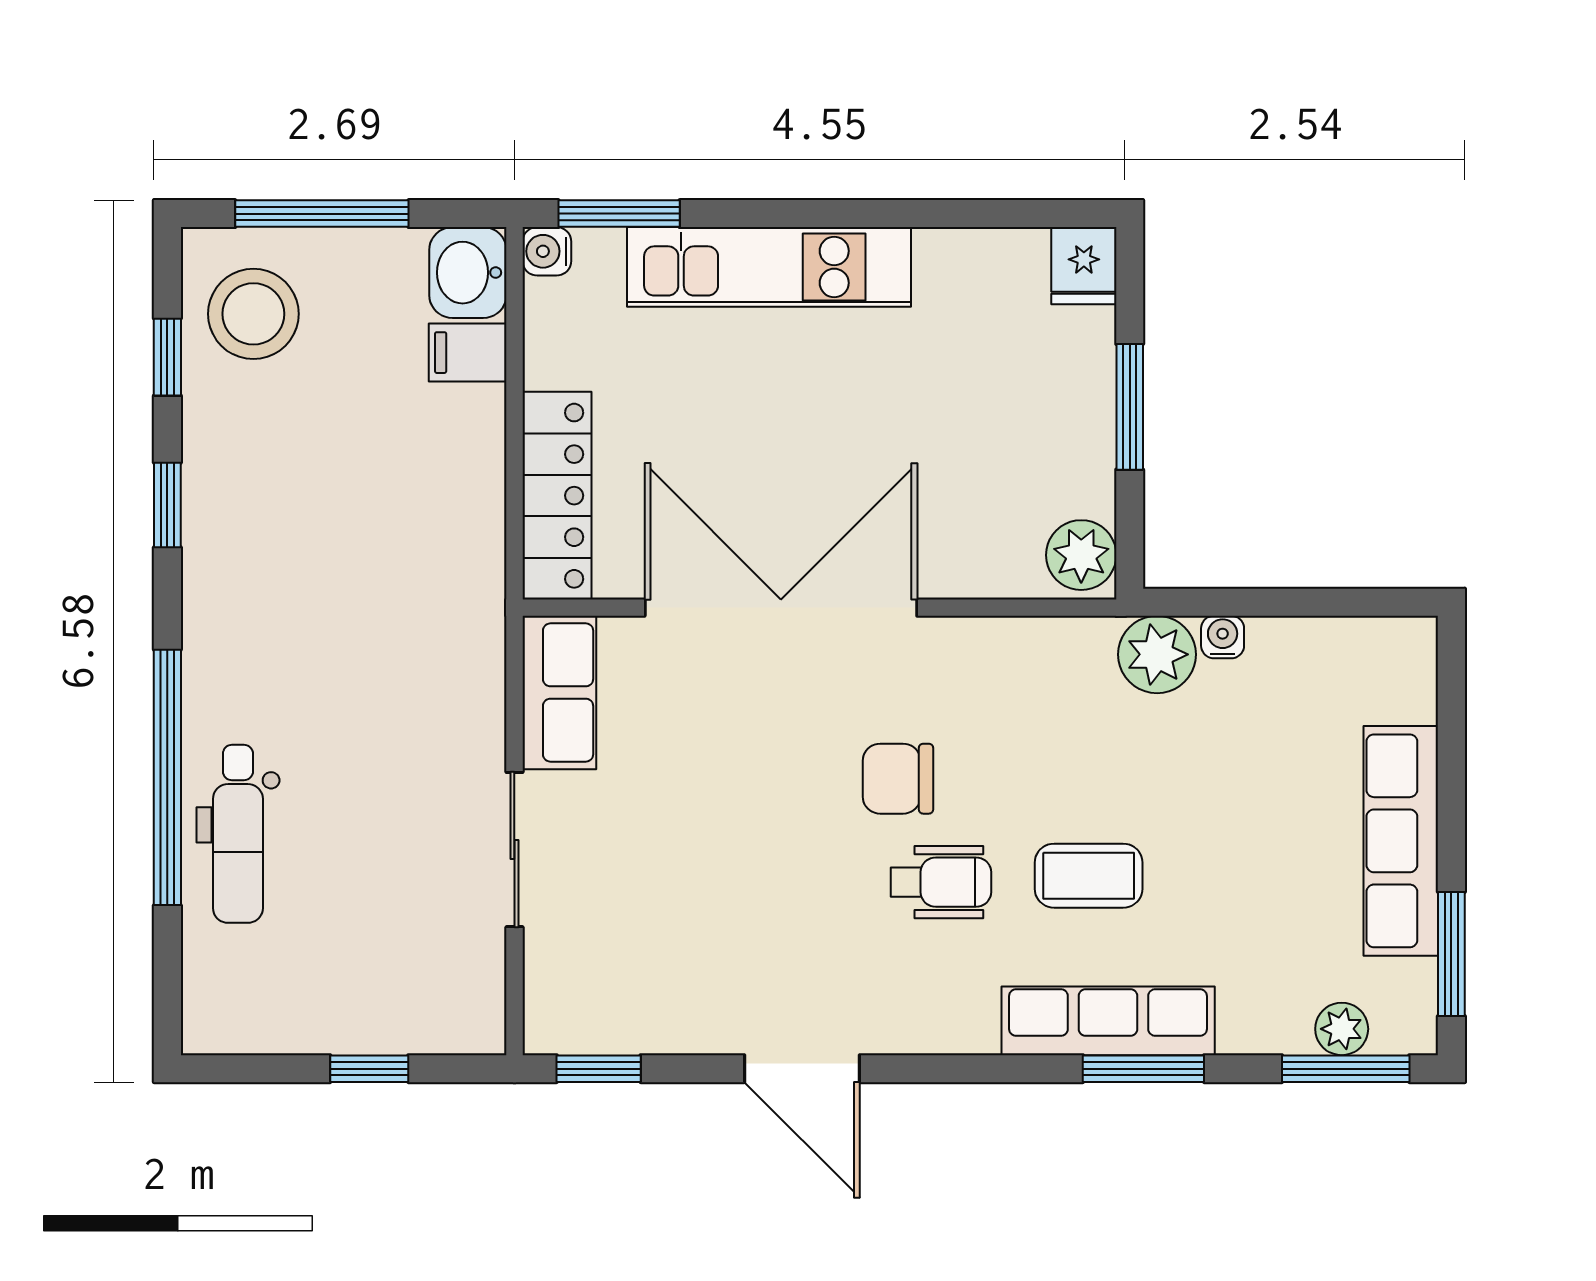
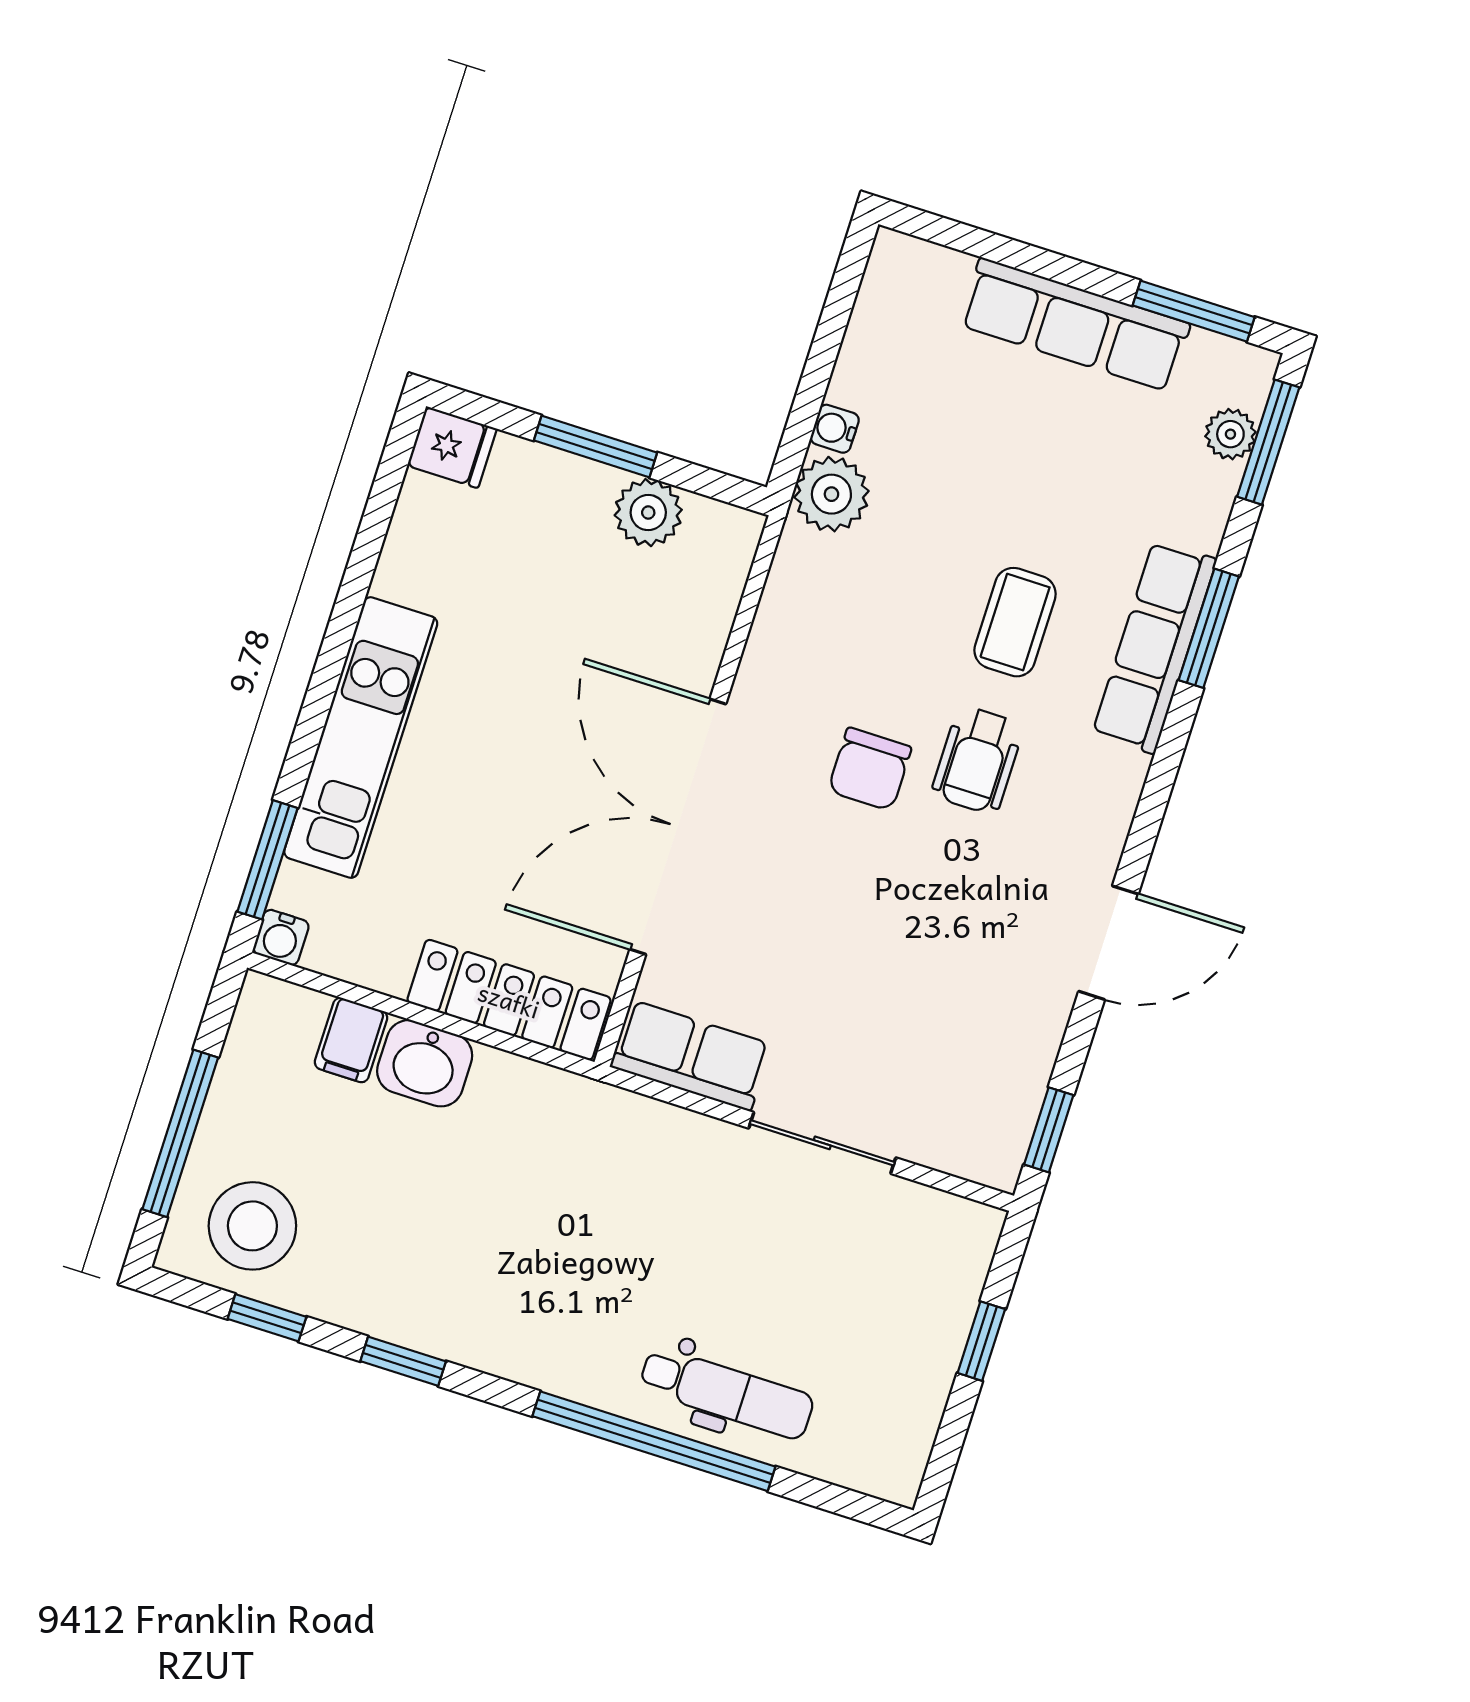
washbasin: (468, 273) -> (425, 1063), moved
plant: (1081, 555) -> (648, 513), moved
wheelchair: (941, 882) -> (978, 760), turned 180

